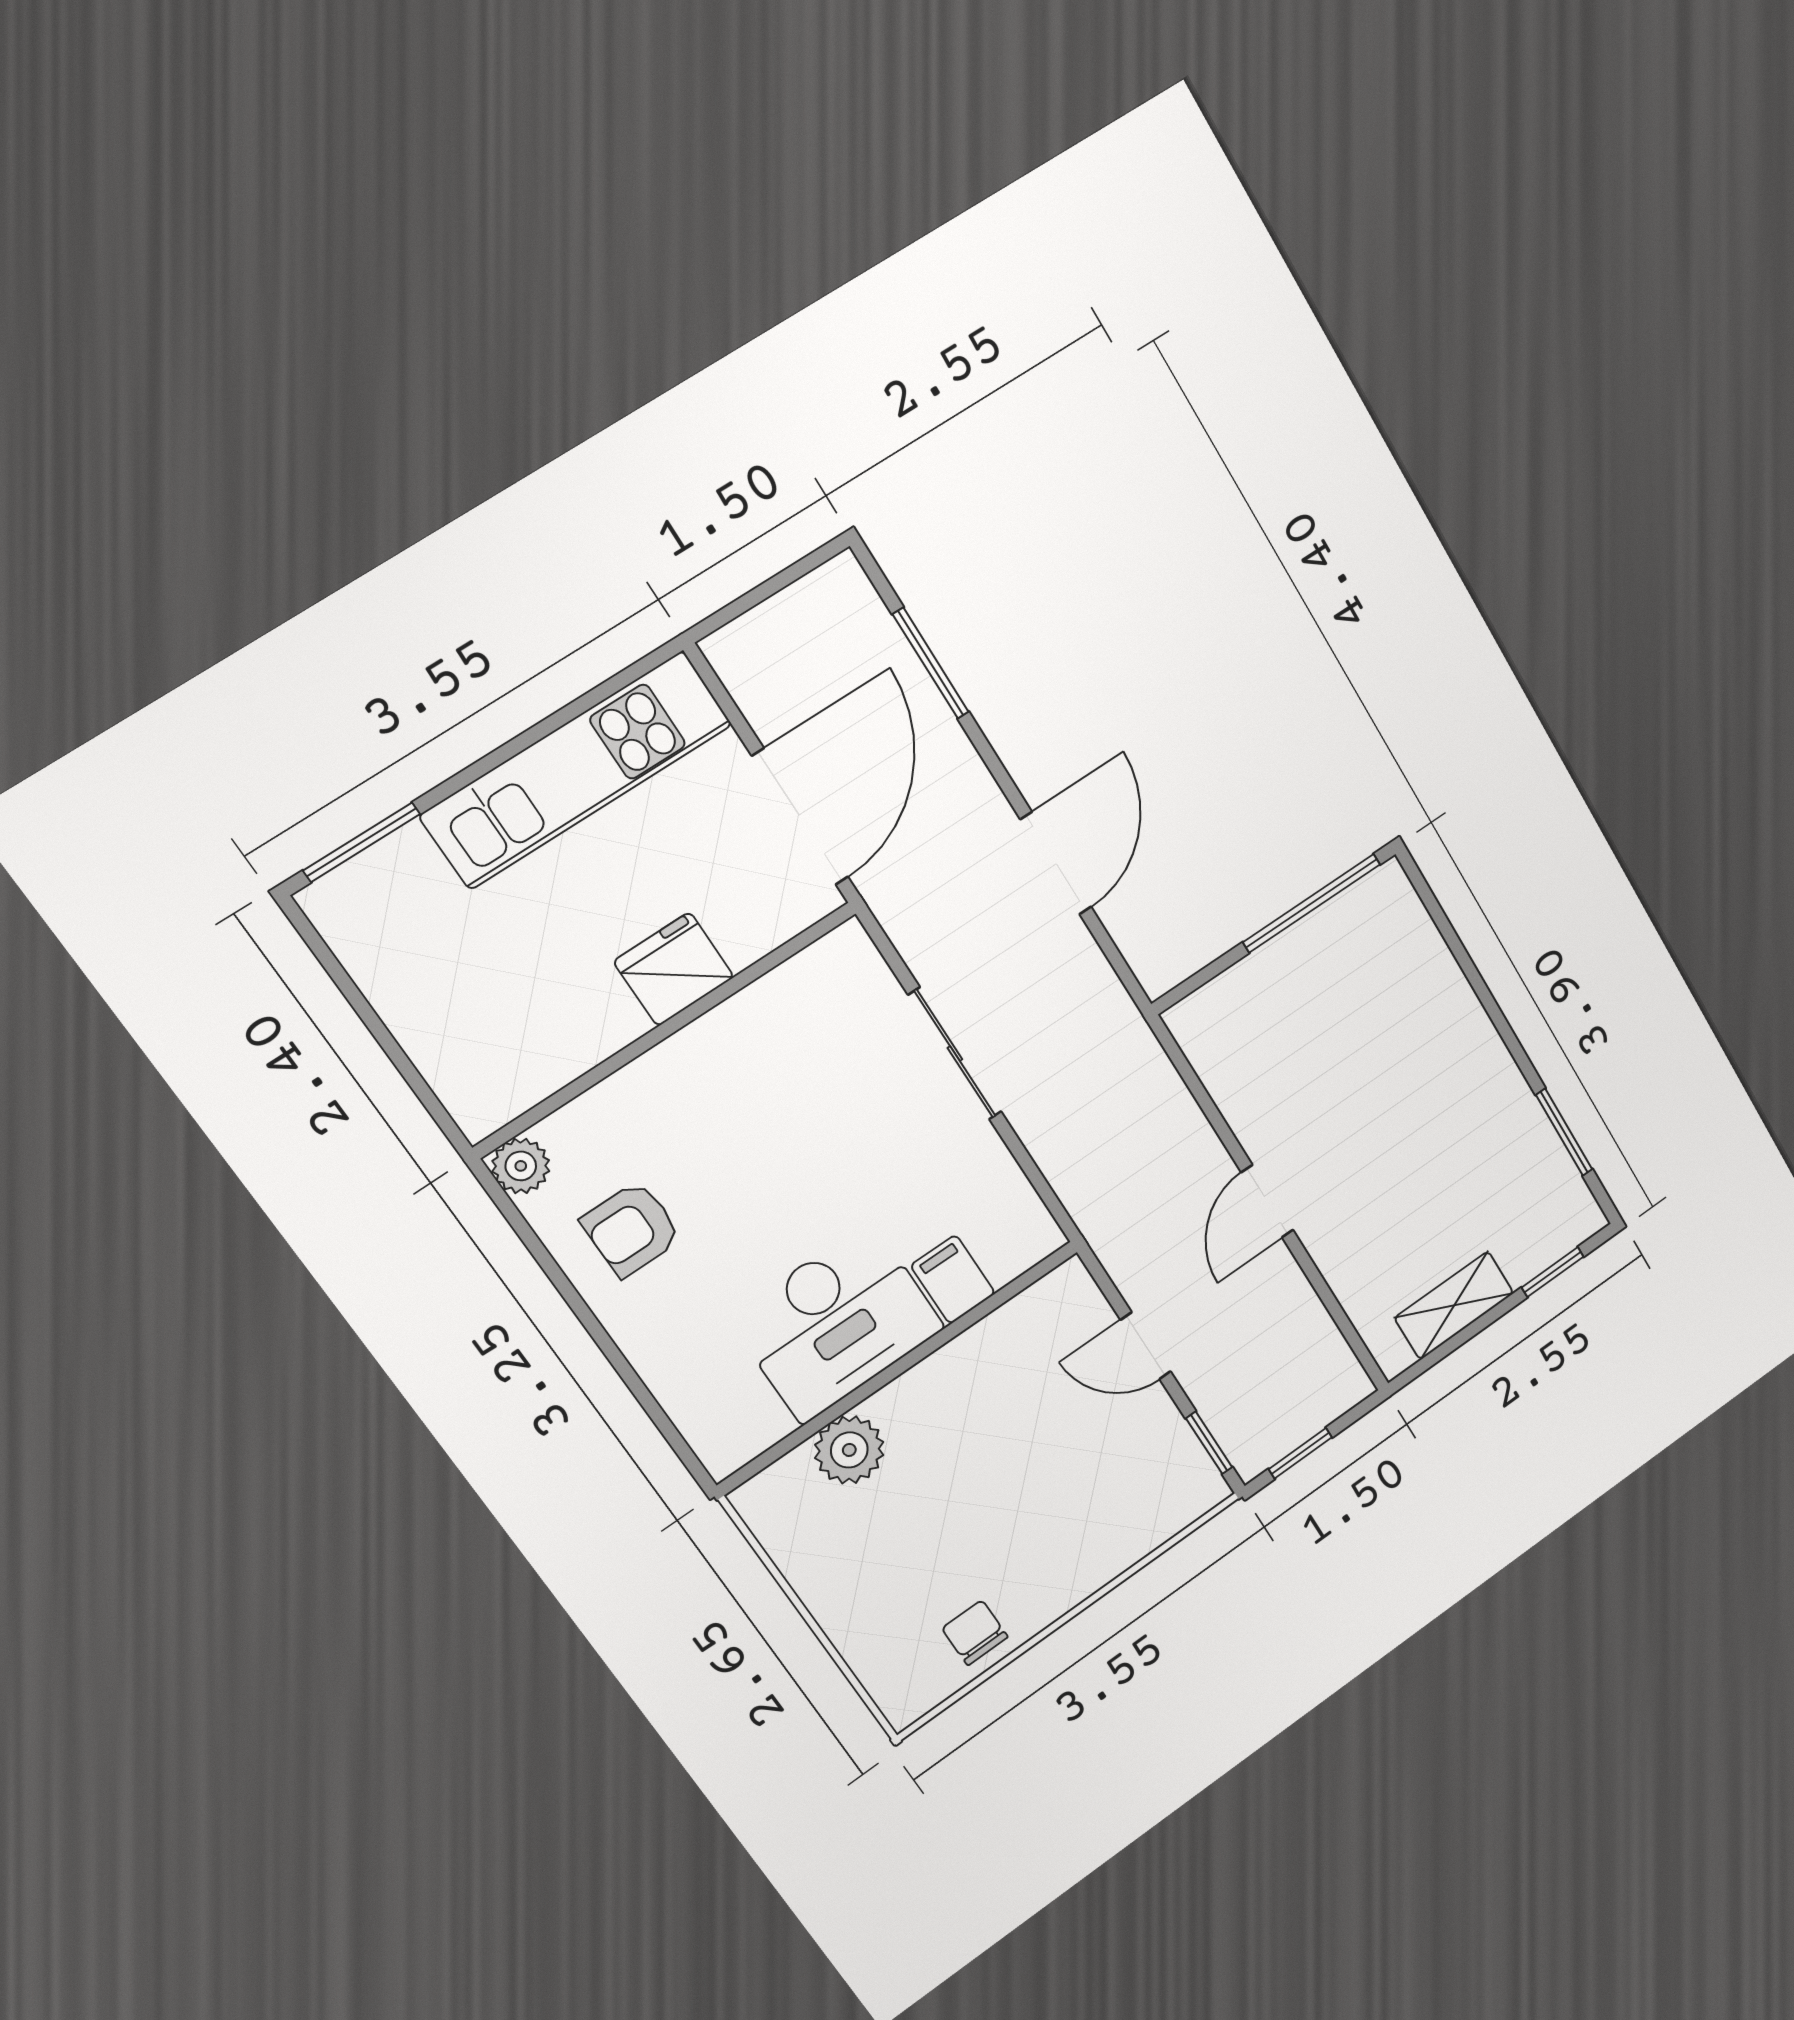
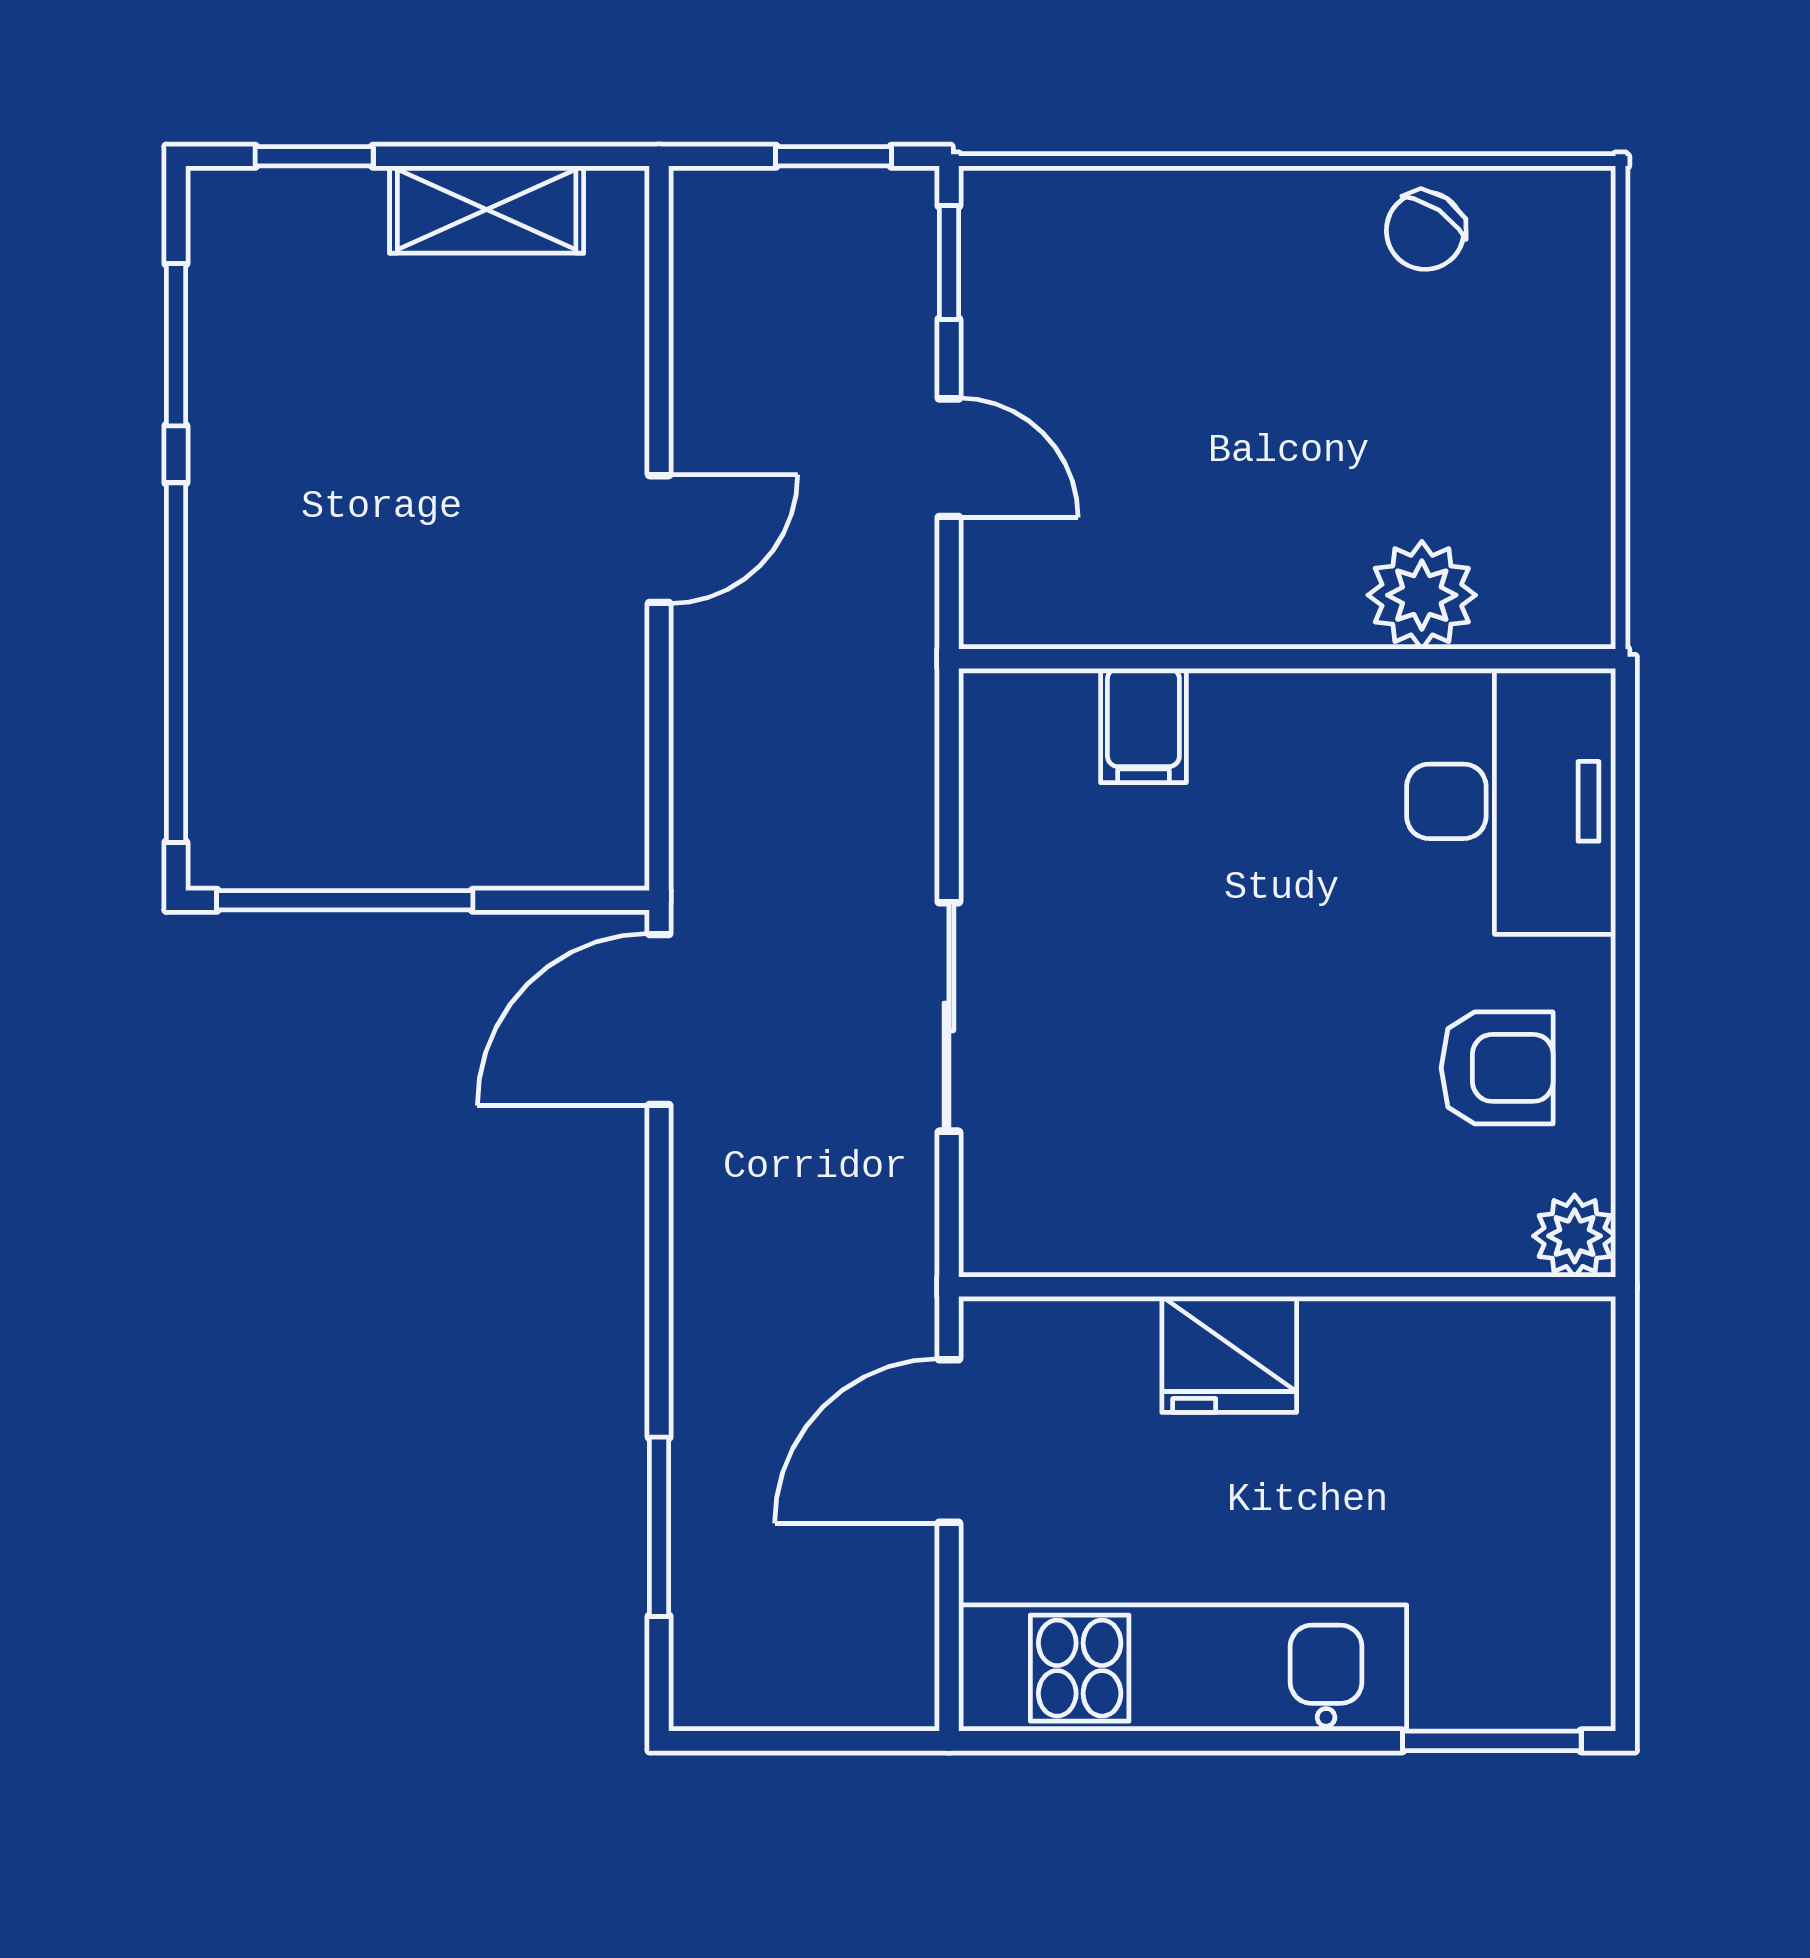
door: (800, 817) -> (949, 1441), width x0.73
door: (1056, 863) -> (659, 1020), moved
window: (1470, 971) -> (176, 663), added
desk: (837, 1323) -> (1511, 801), moved, turned 90
chair: (975, 1633) -> (1425, 231), turned 34

